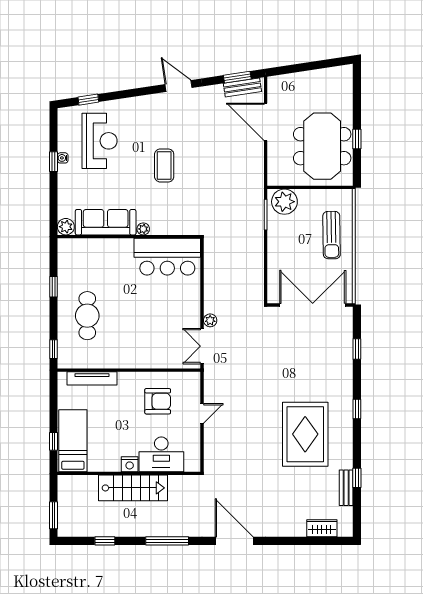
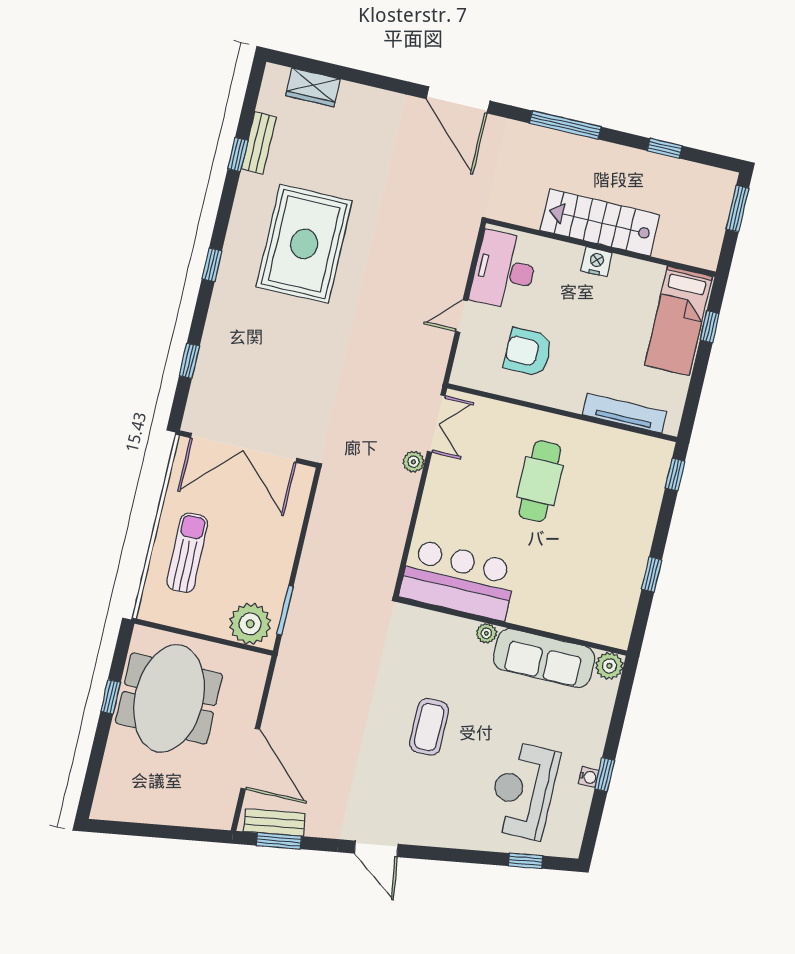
cafe table: (87, 316) -> (540, 481), moved
desk: (161, 454) -> (504, 270), moved, turned -90

